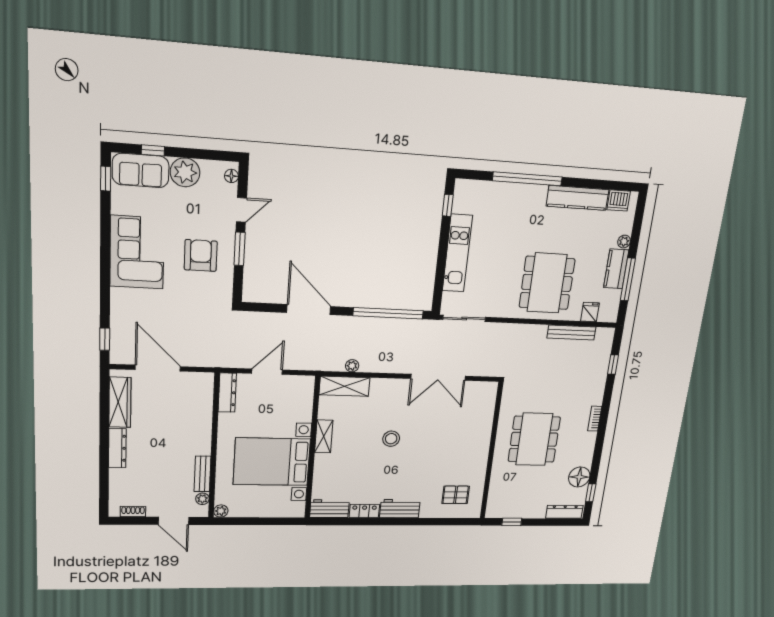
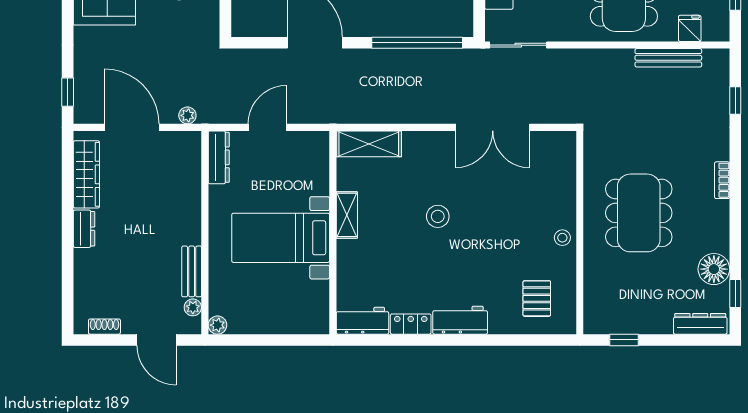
plant: (352, 366) -> (187, 115), moved
dresser: (117, 448) -> (84, 229), width x0.70
stool: (479, 455) -> (562, 238), added
bed with nightstands: (272, 462) -> (281, 238), width x0.73
pallet: (456, 495) -> (537, 298), turned 90

